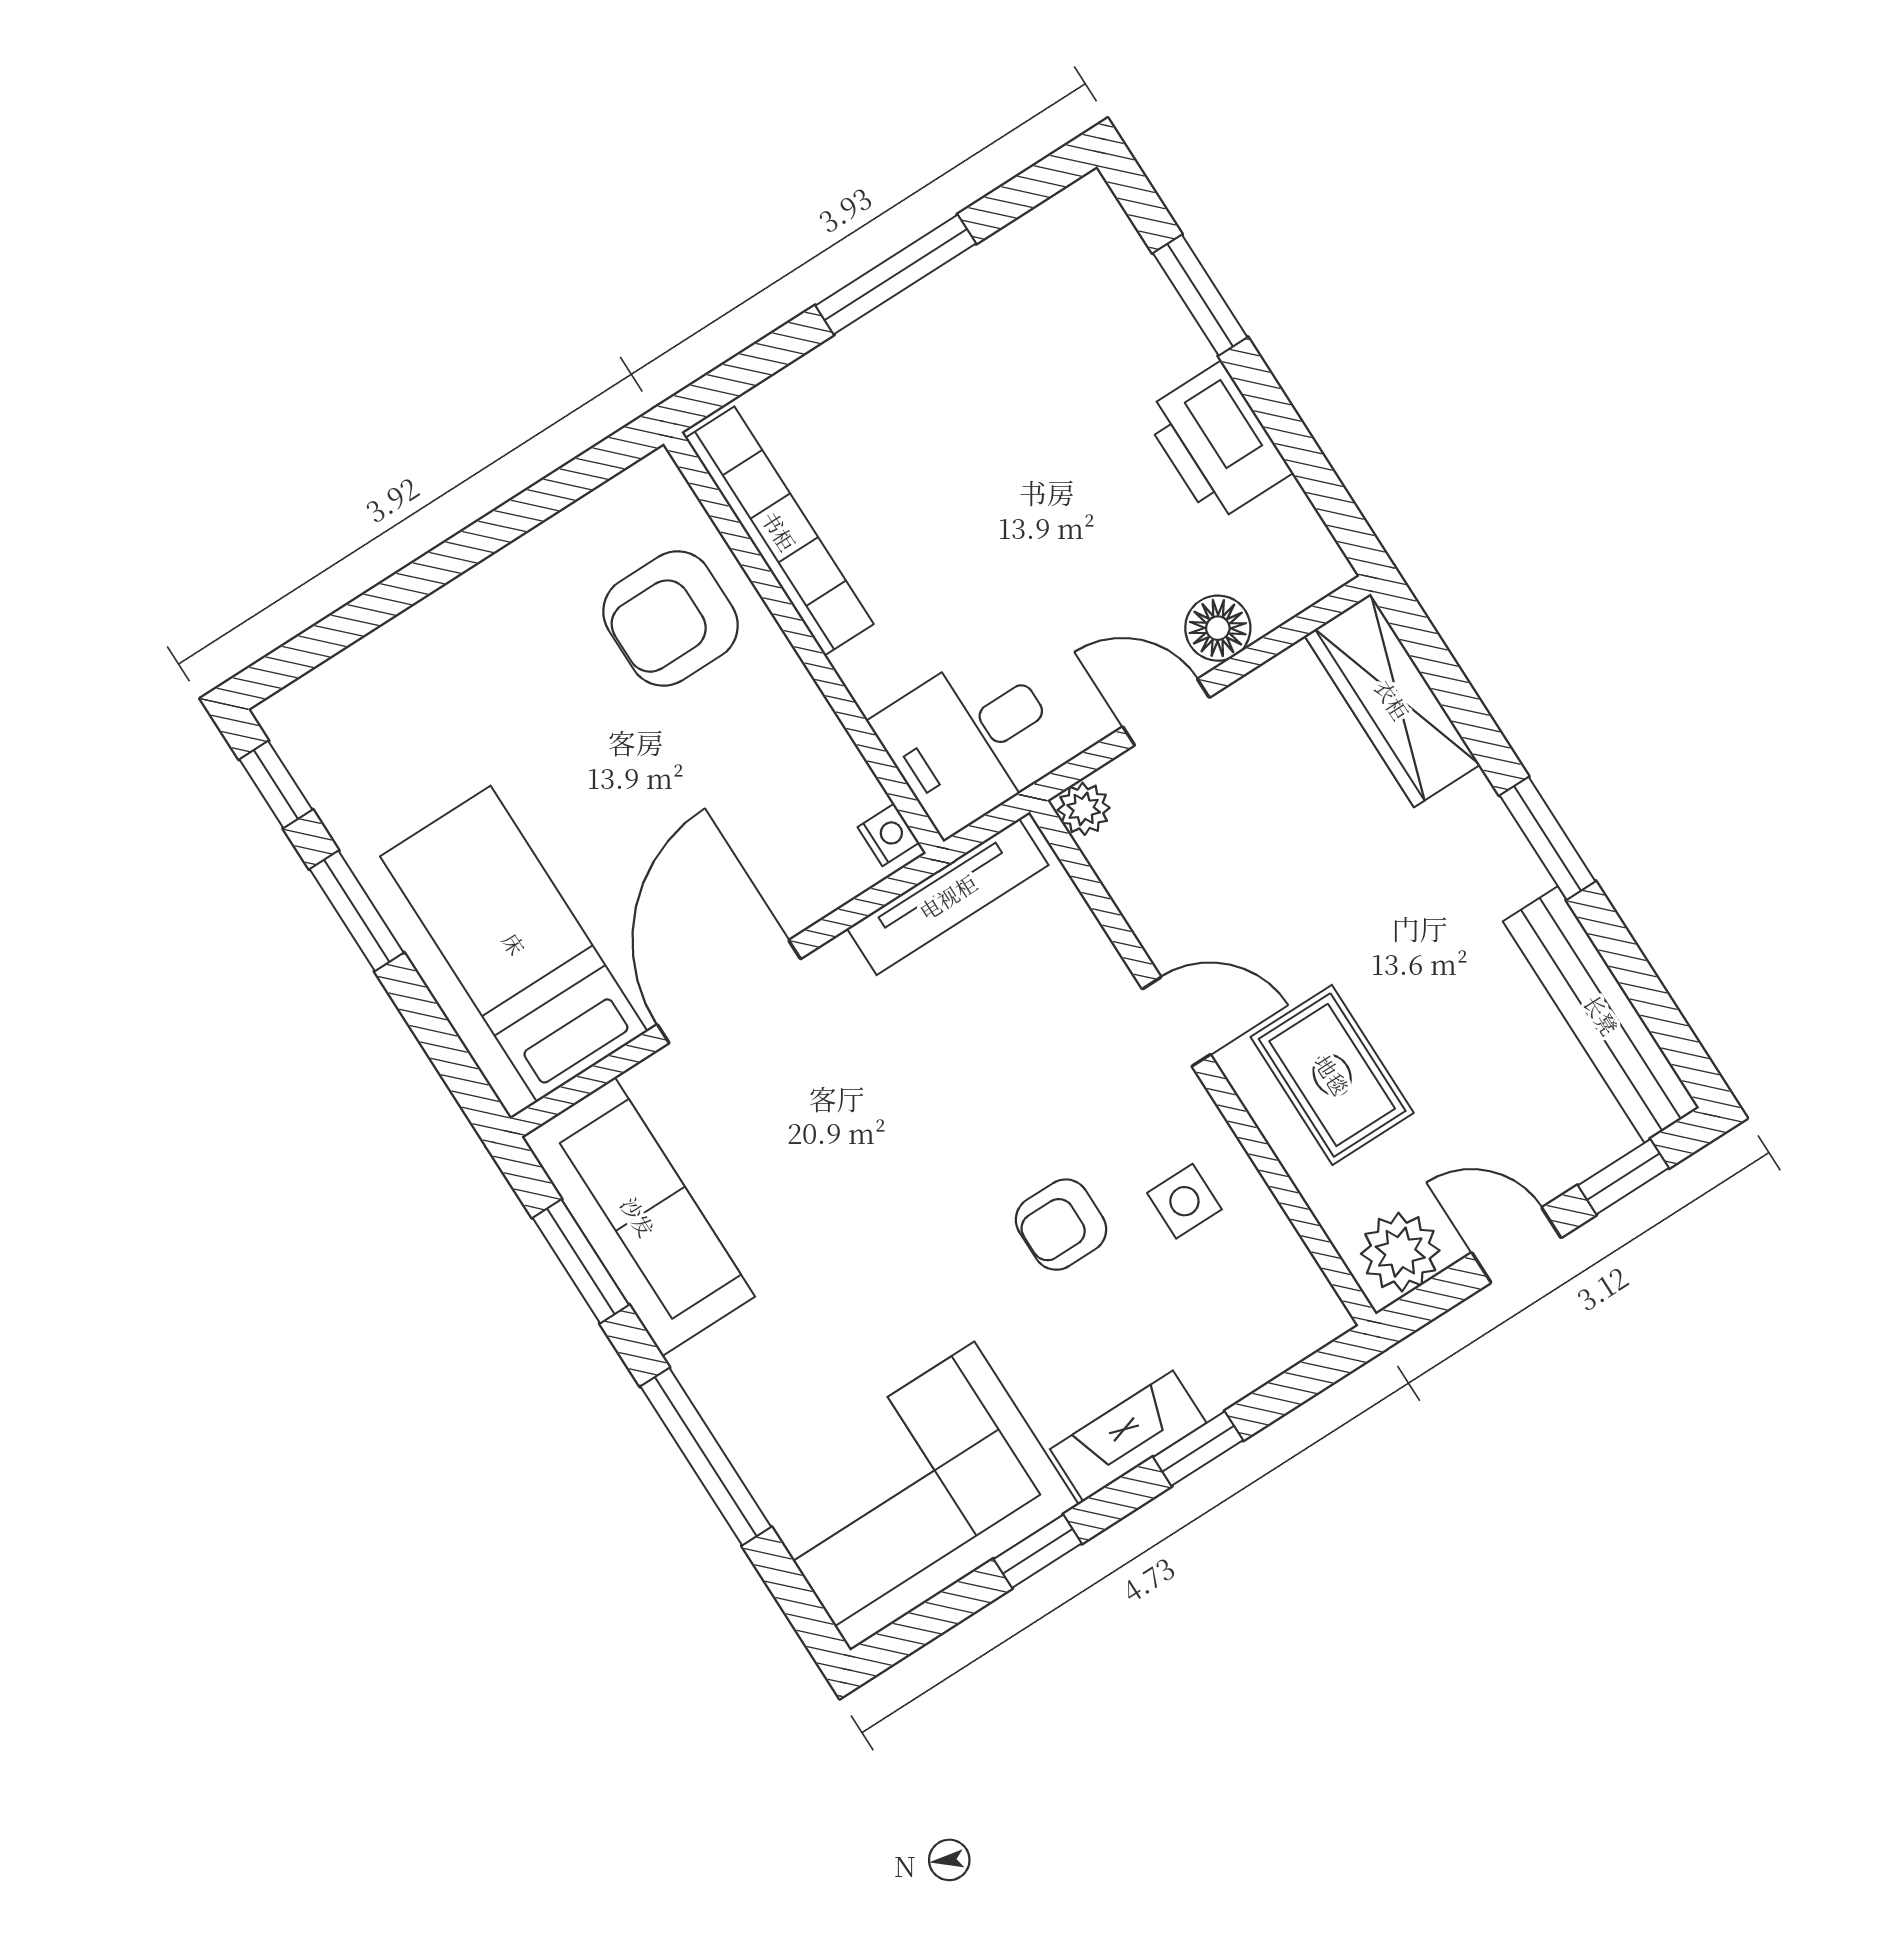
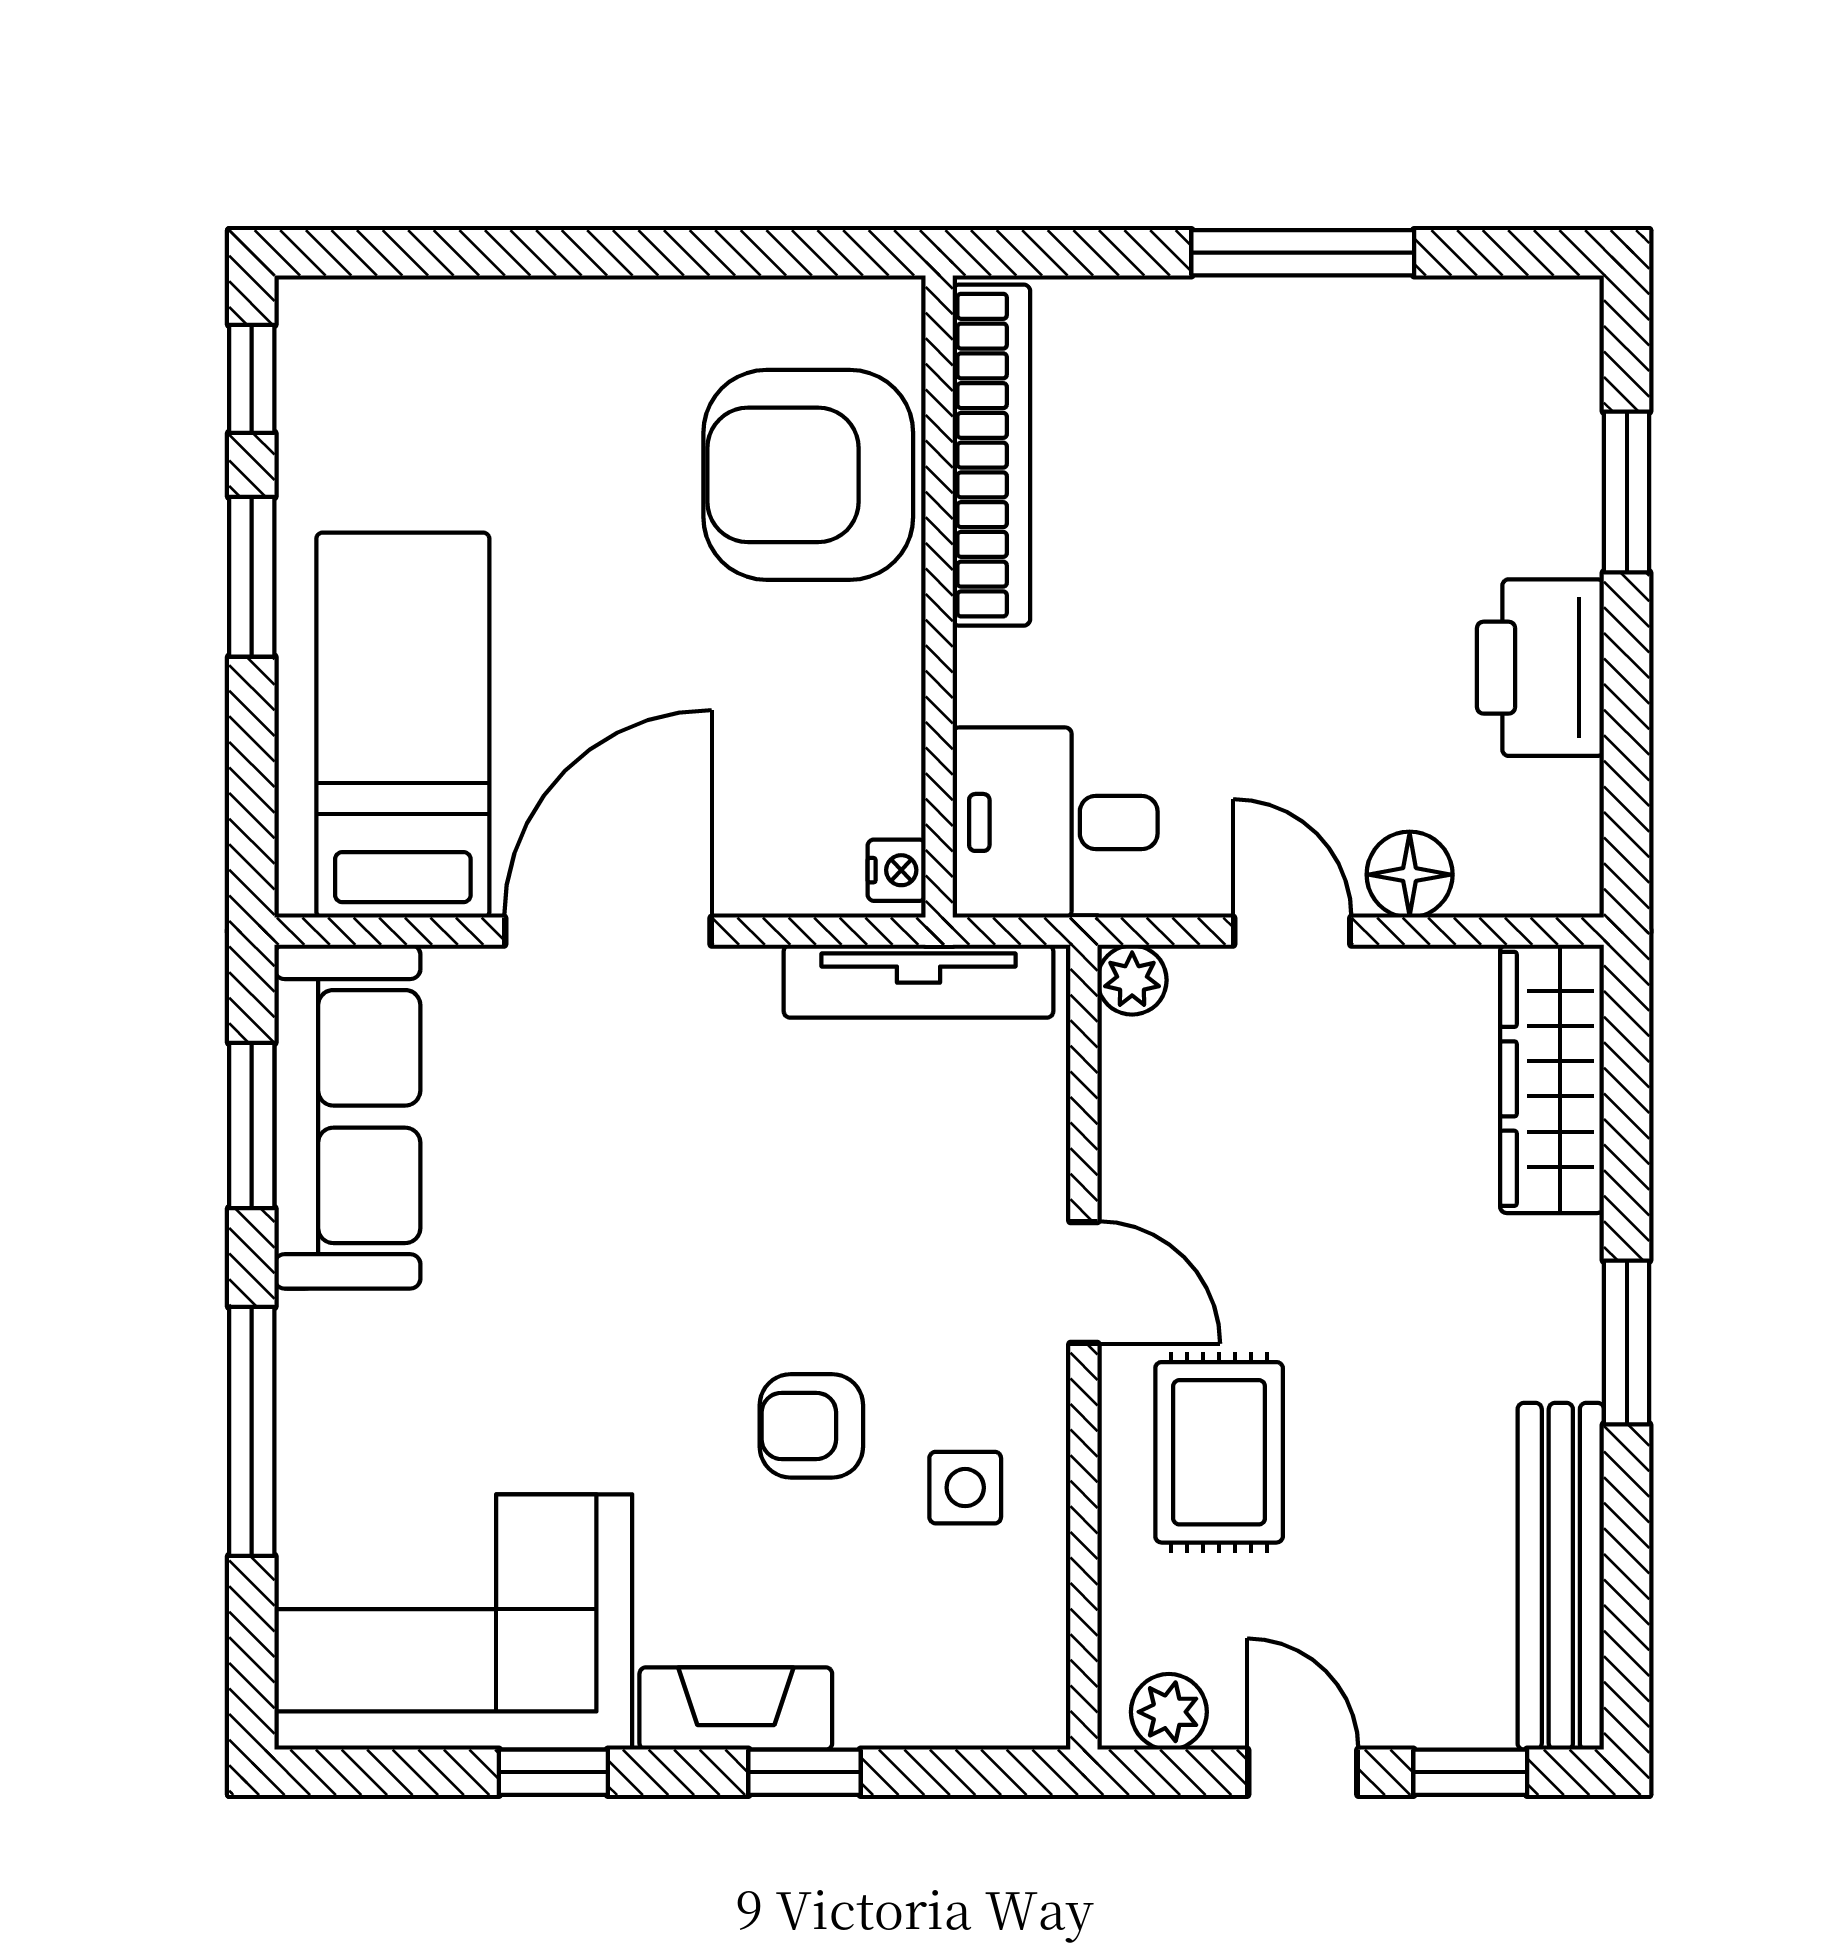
armchair: (671, 618) -> (808, 475), width x1.36, depth x1.36
plant: (1400, 1252) -> (1169, 1712), width x0.73, depth x0.73

